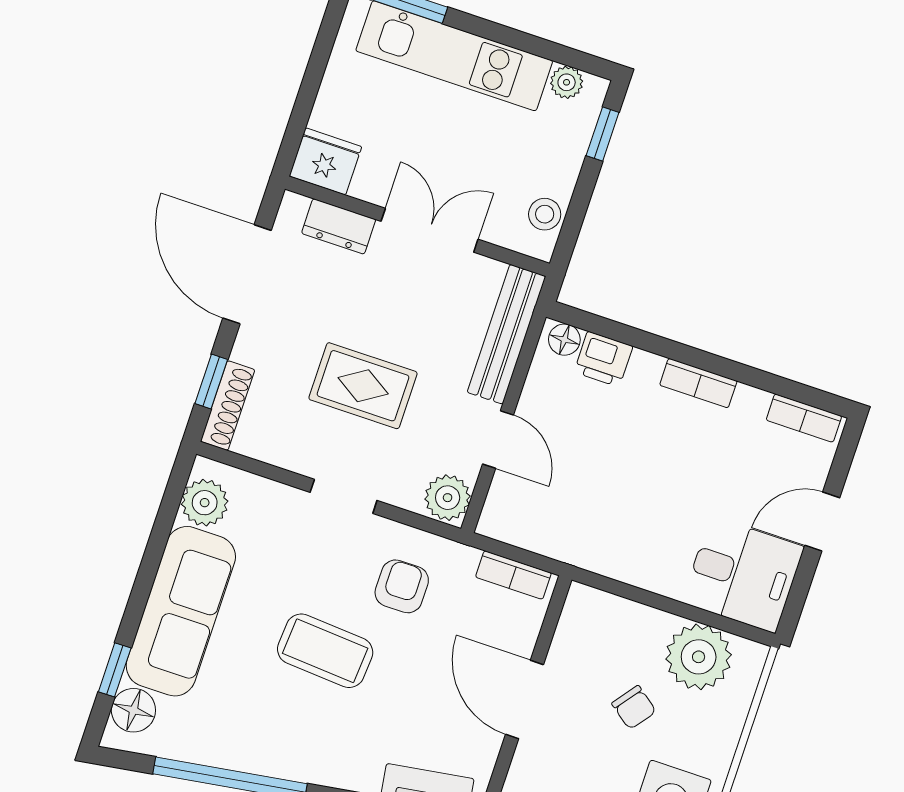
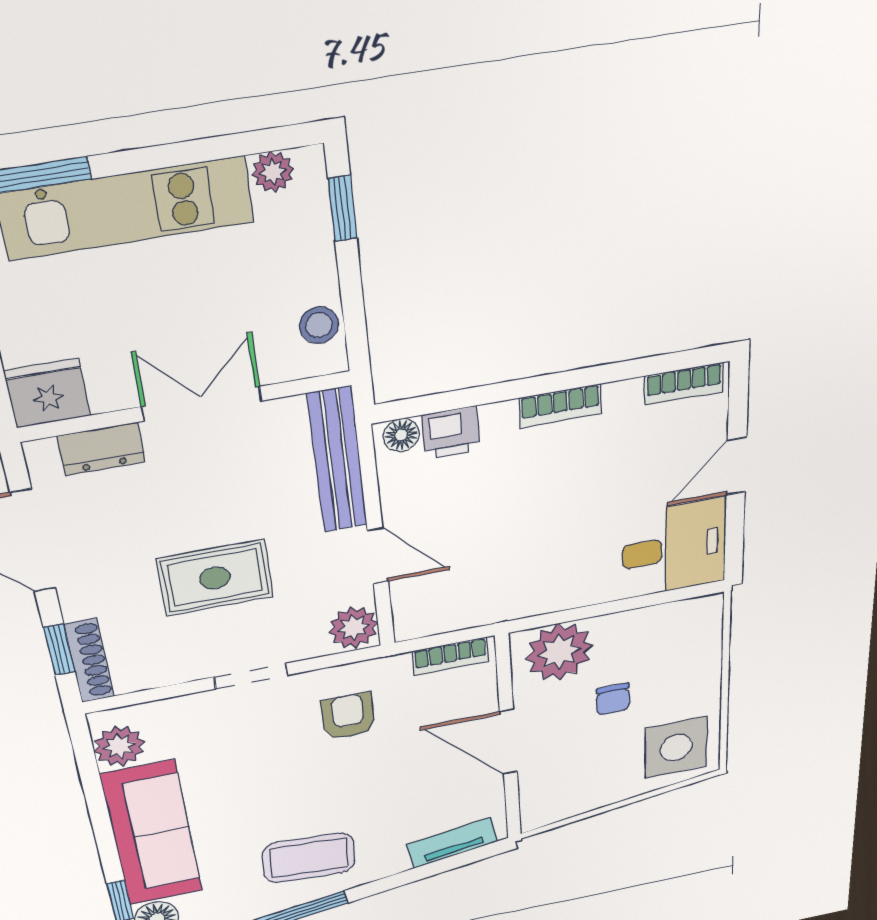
coffee table: (325, 651) -> (309, 858), moved
plant: (699, 657) -> (559, 652), moved
chair: (634, 707) -> (613, 699), turned 53

